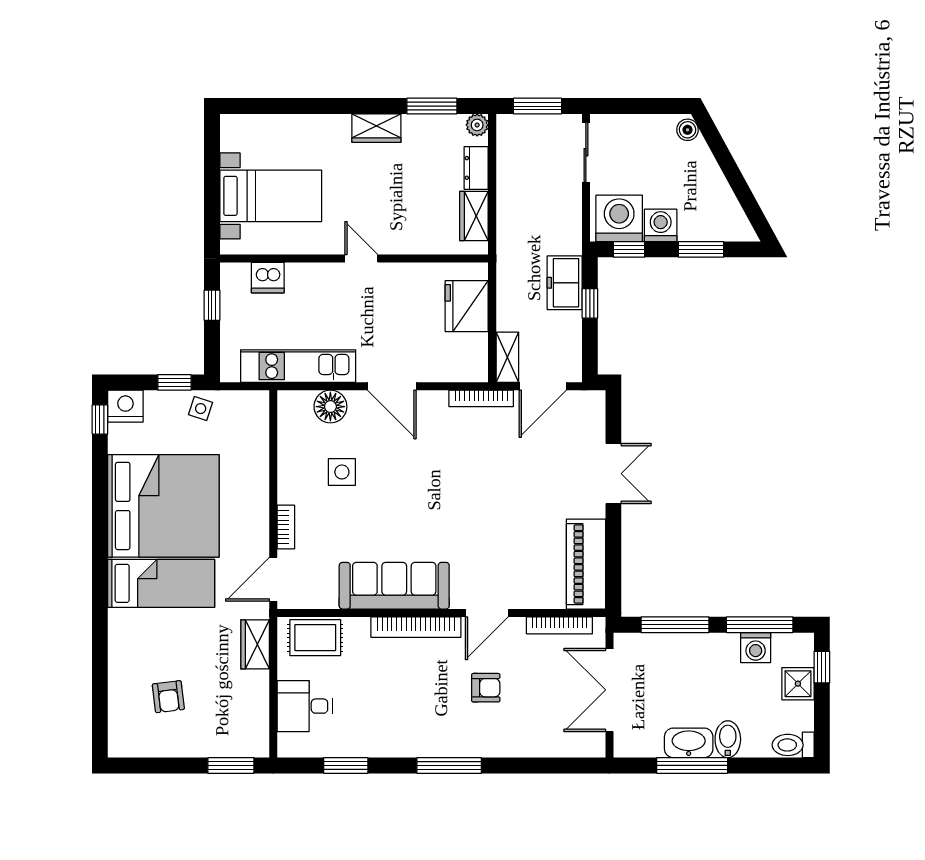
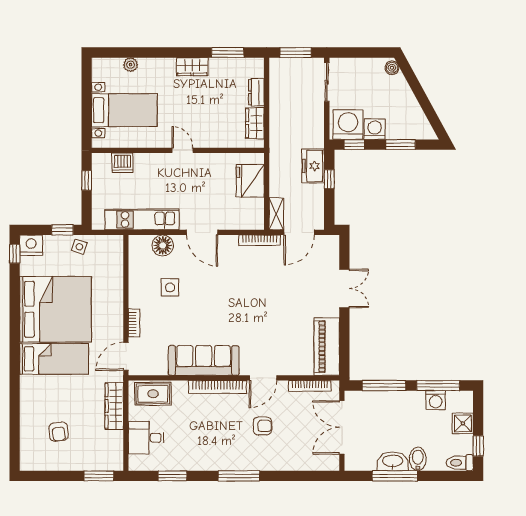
plant: (477, 125) -> (131, 65), moved
wardrobe: (255, 644) -> (114, 406), width x1.50
window: (822, 667) -> (478, 446), moved

